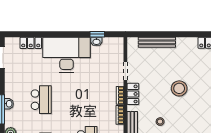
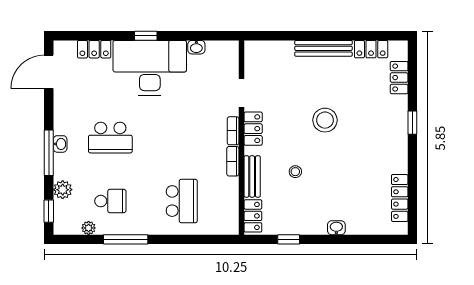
window: (97, 34) -> (146, 36), moved
bench: (157, 42) -> (323, 48), moved
school desk: (41, 100) -> (110, 138), turned 90

